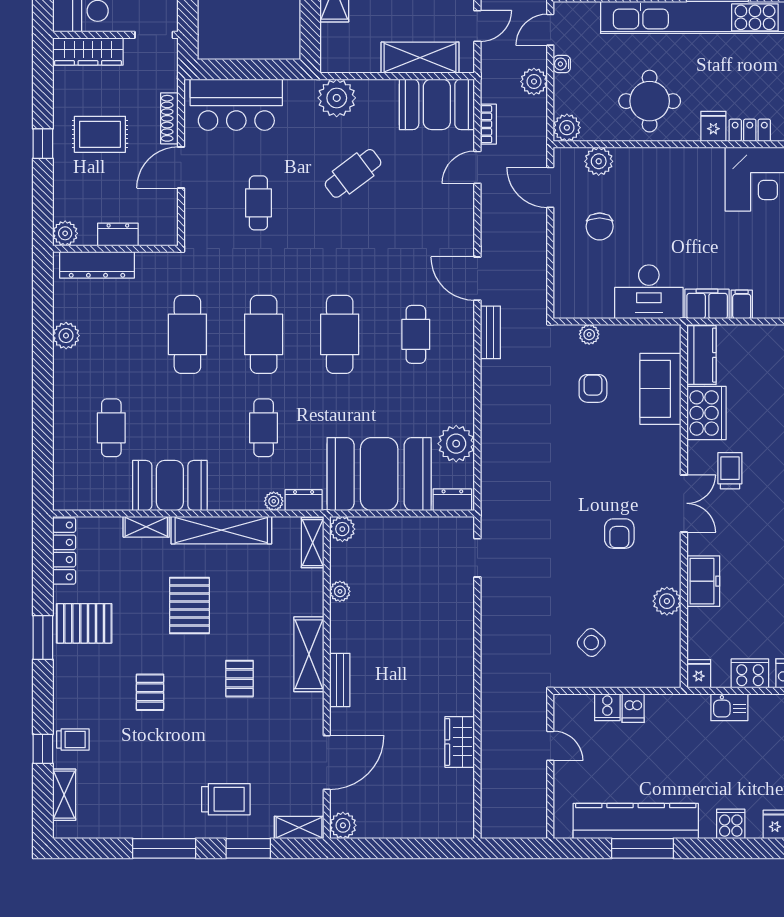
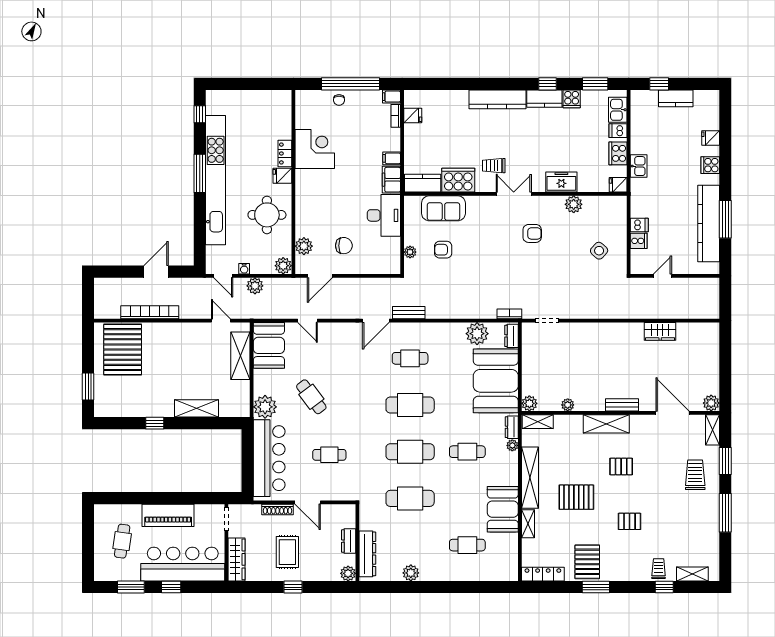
bar counter: (236, 105) -> (269, 458), width x1.36
bookcase: (488, 124) -> (509, 314), moved

